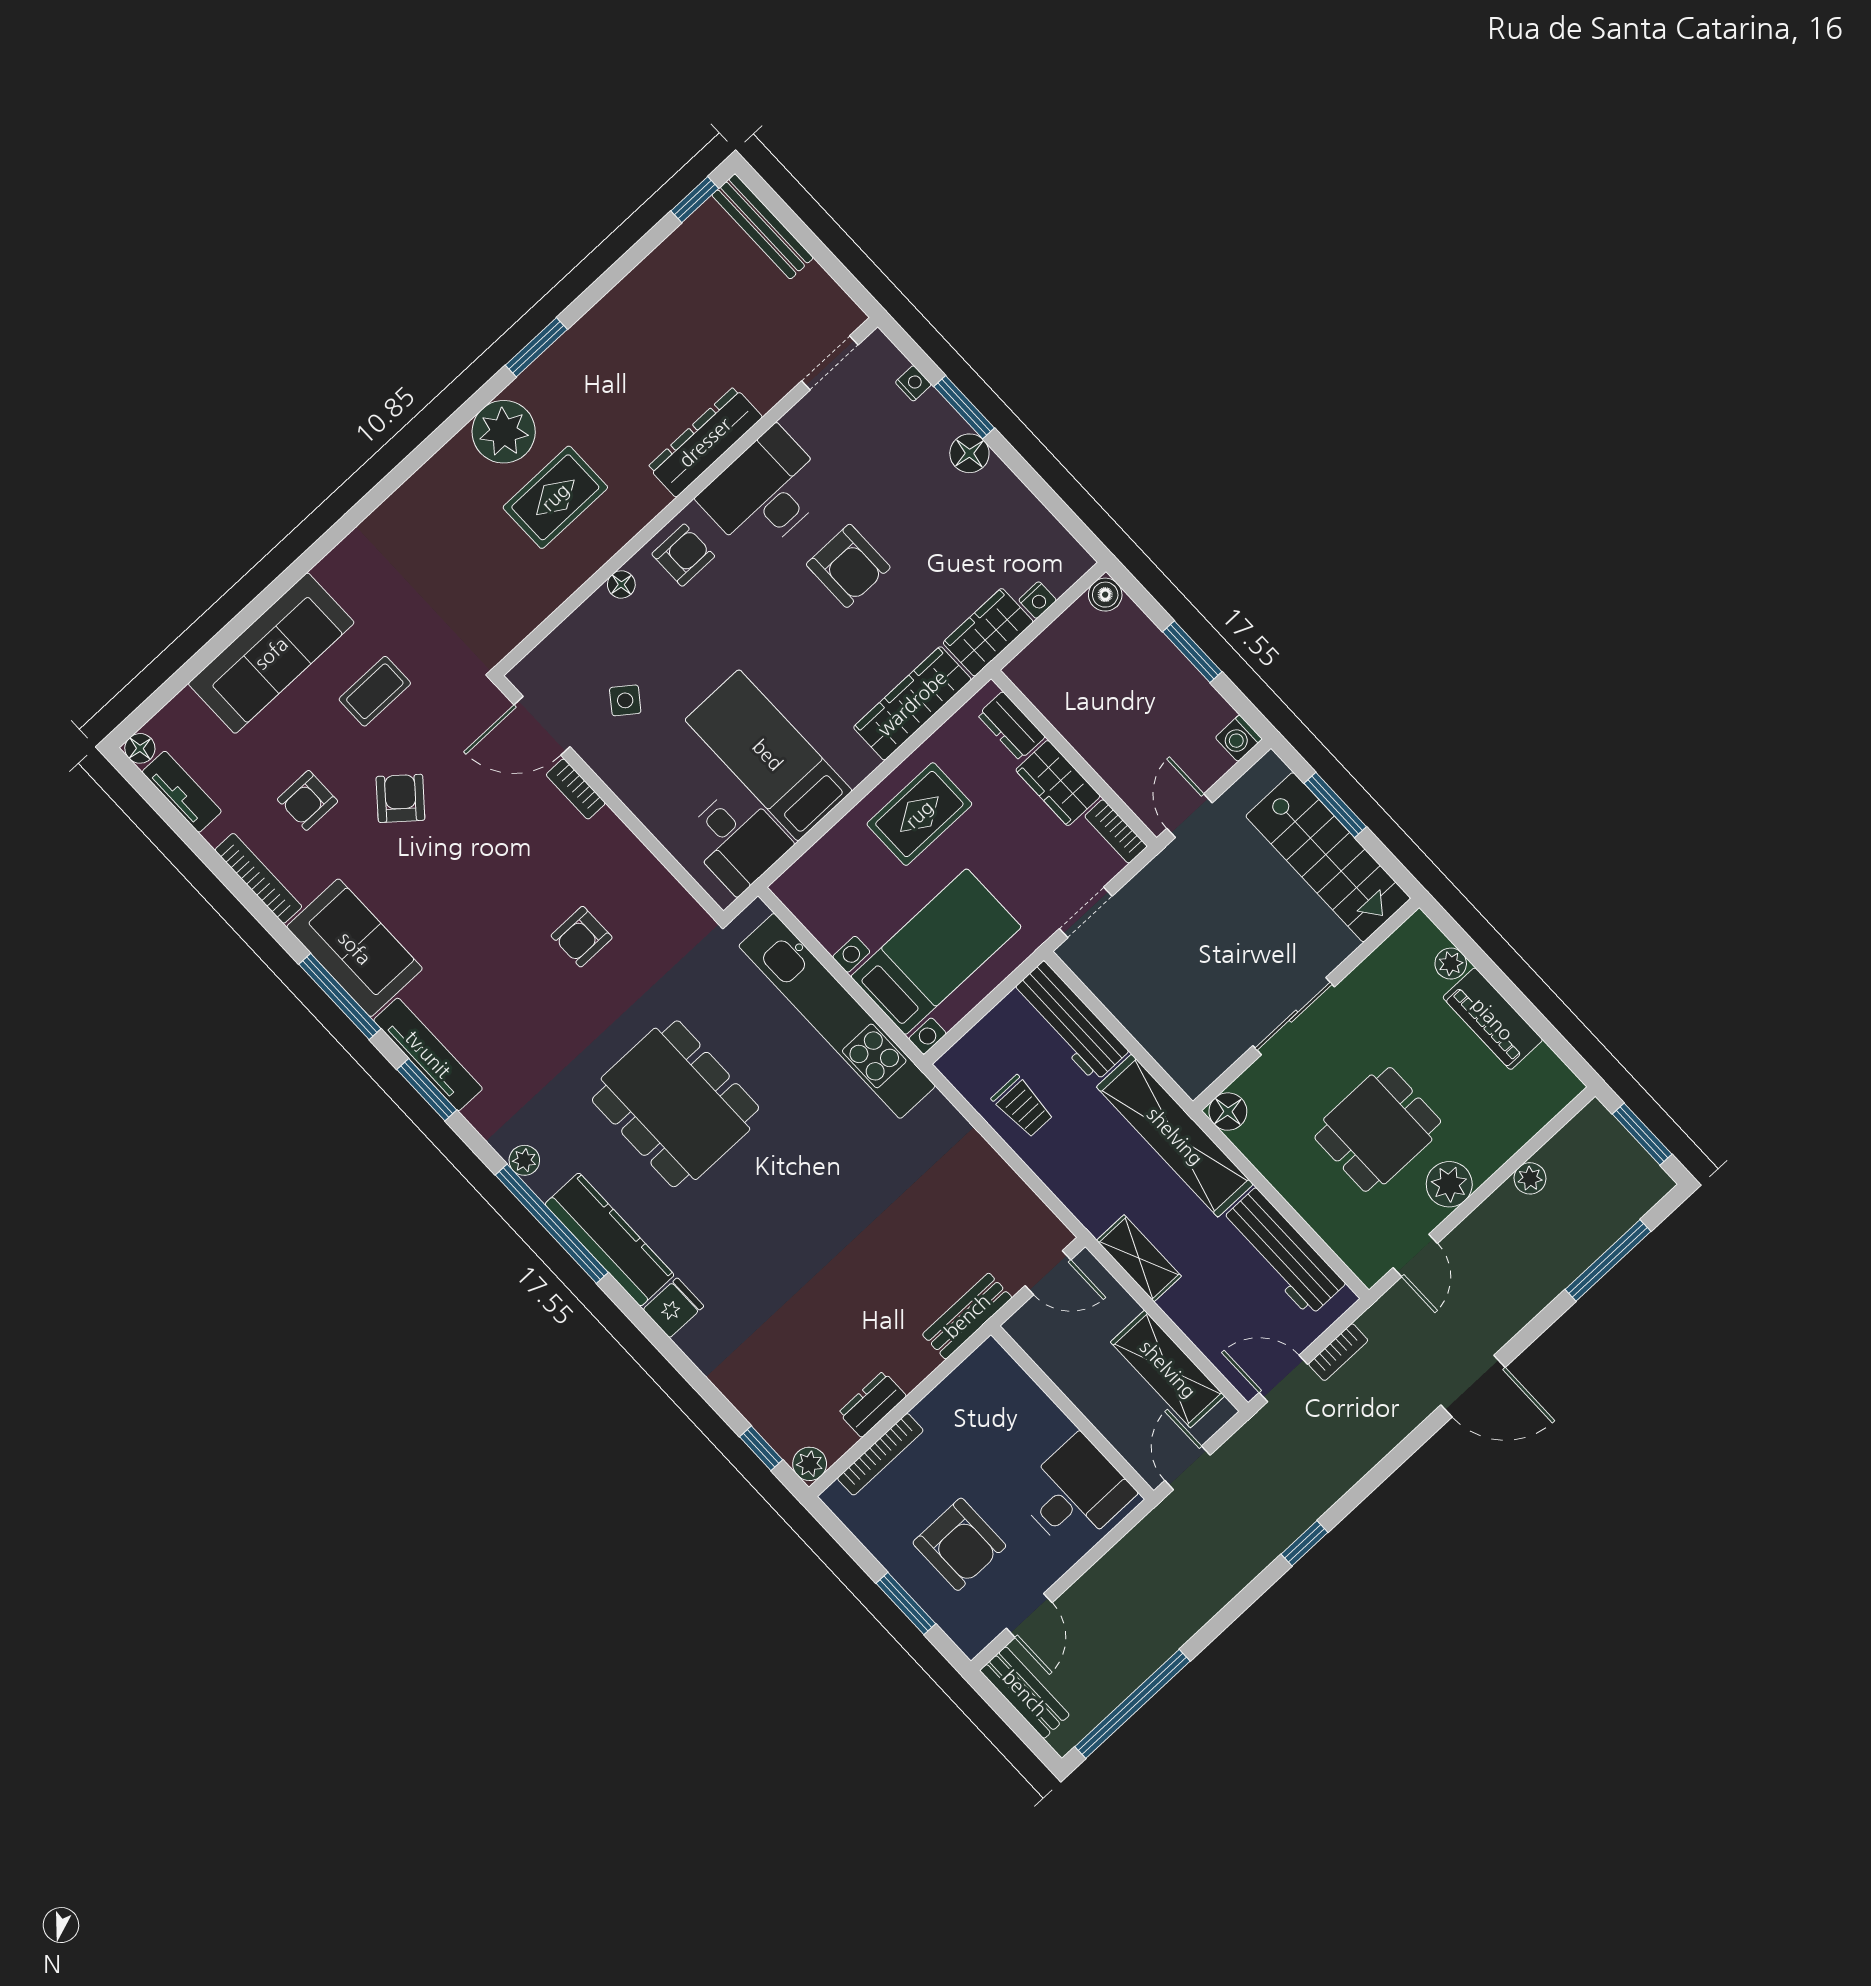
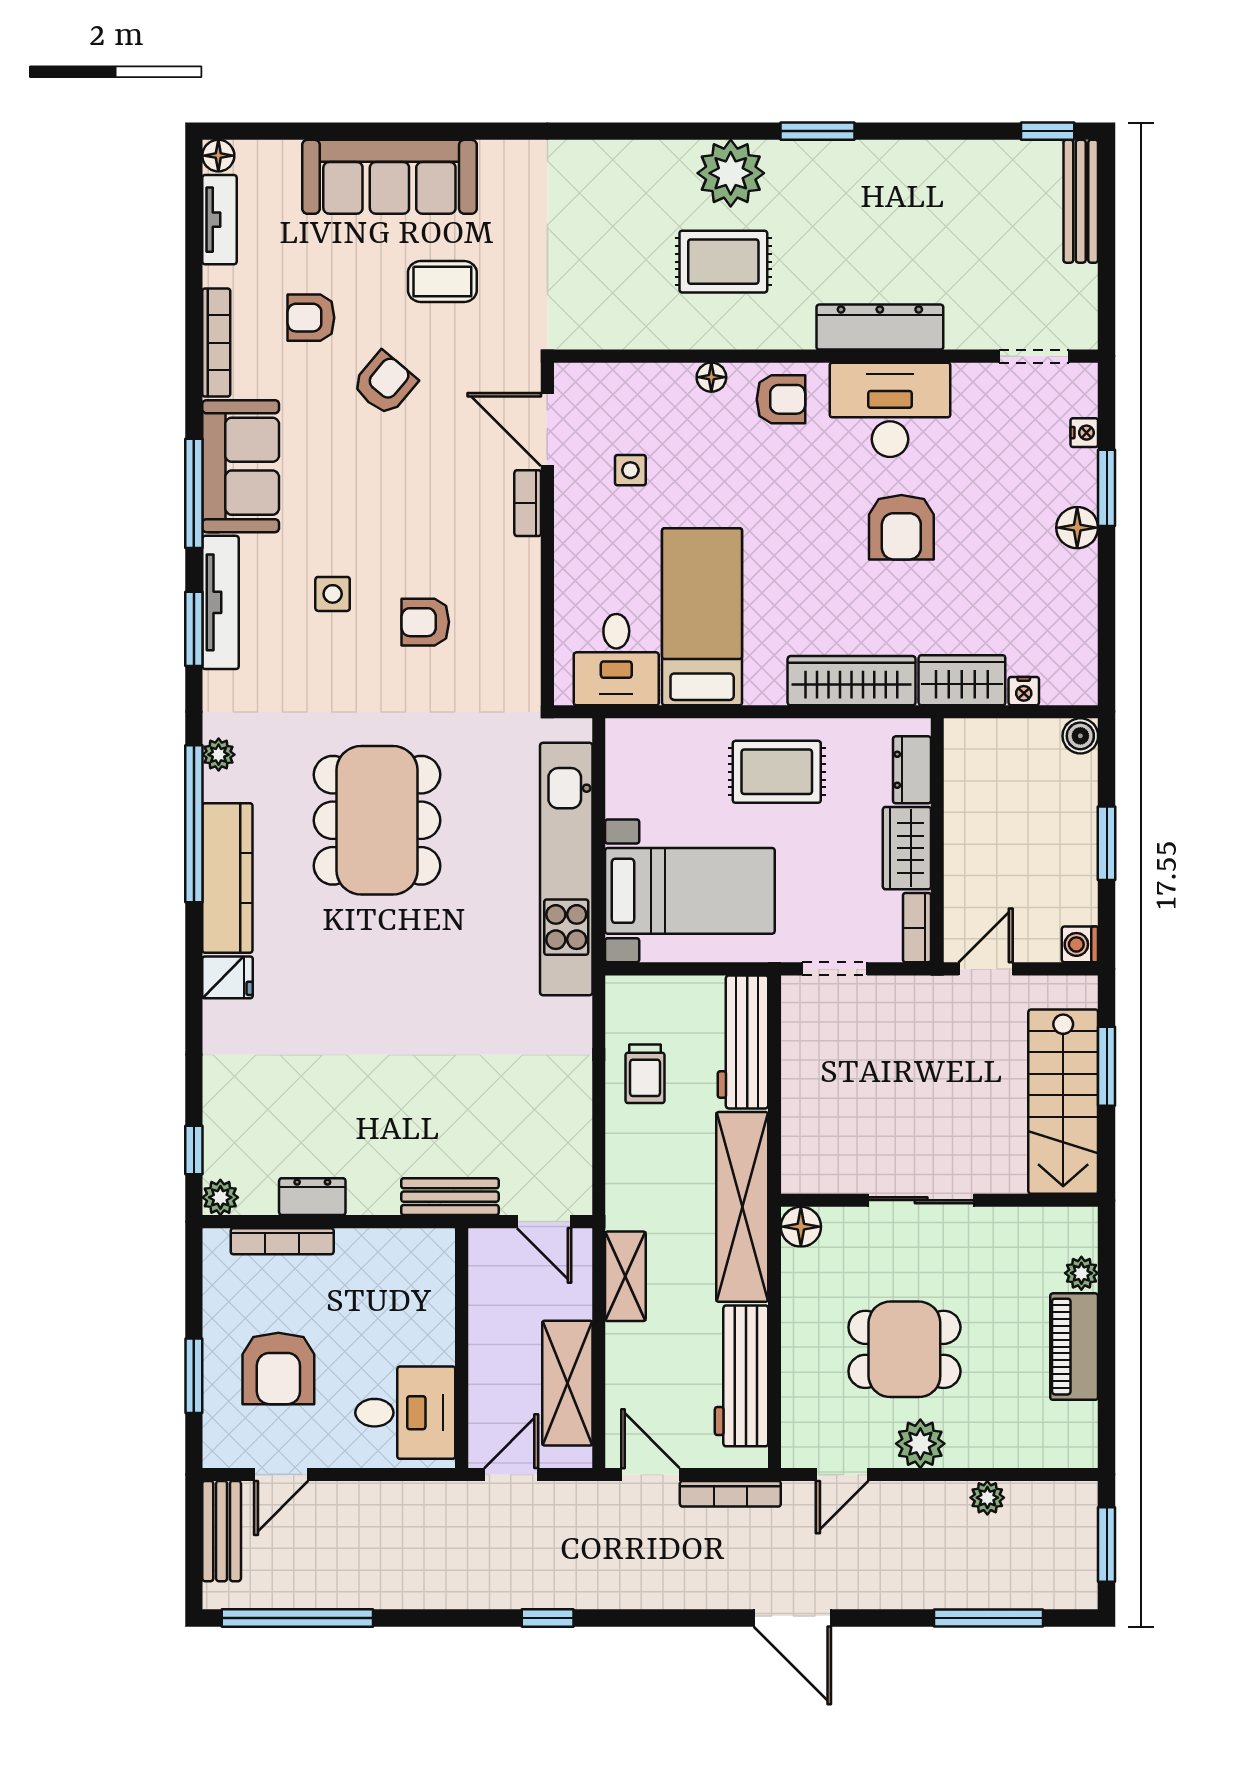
side table: (625, 700) -> (630, 470), turned -37
side table: (500, 977) -> (333, 594), added
bookcase: (1338, 1352) -> (730, 1494), width x1.56

